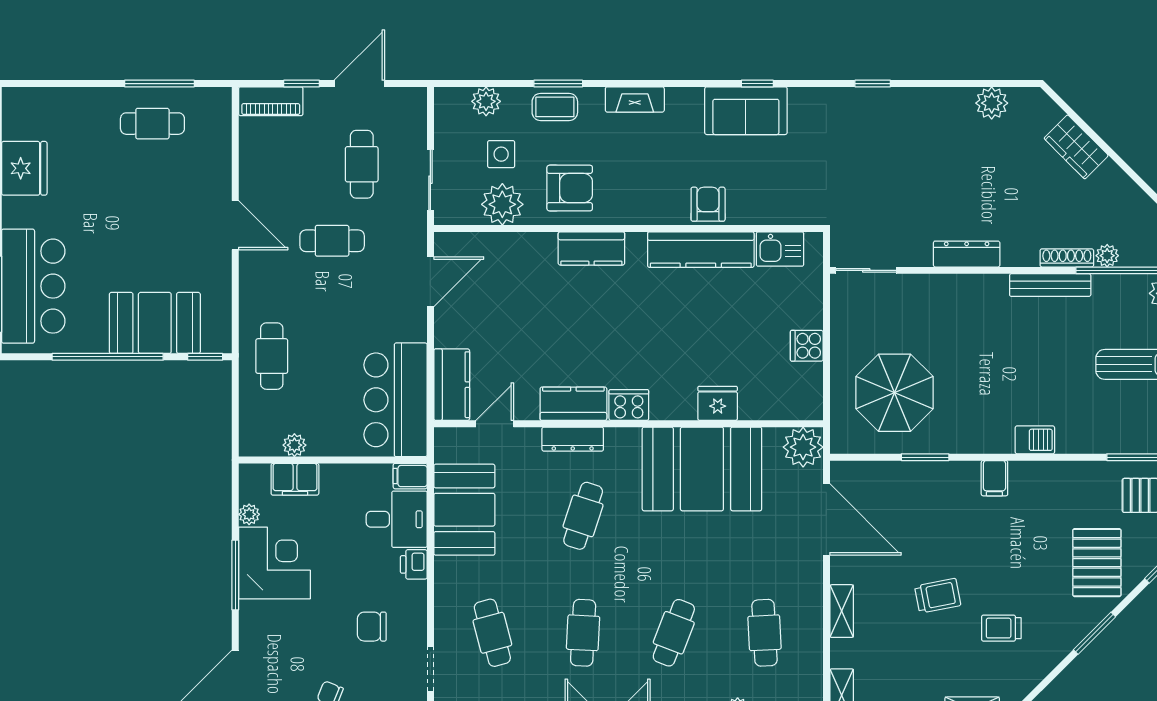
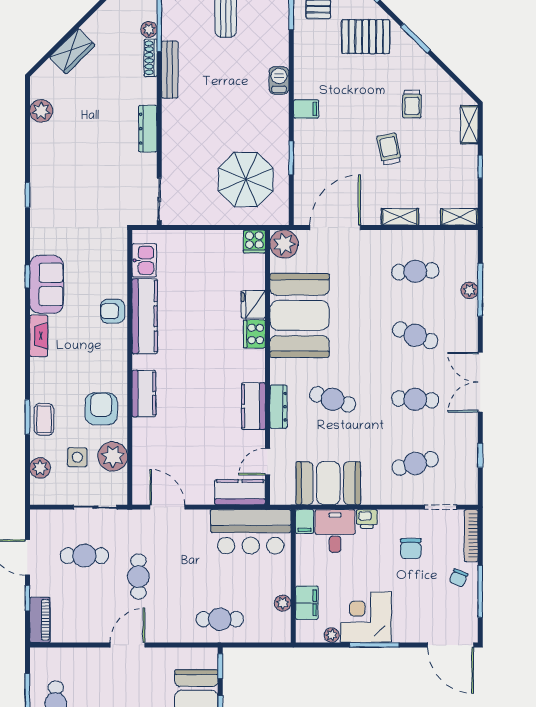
fireplace: (635, 99) -> (39, 336), moved
cooker: (807, 346) -> (254, 241), moved
cooker: (629, 405) -> (254, 334), moved
door: (495, 424) -> (268, 462), hinge flipped

